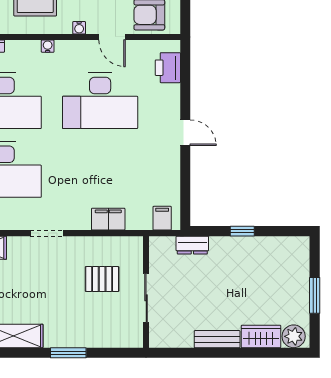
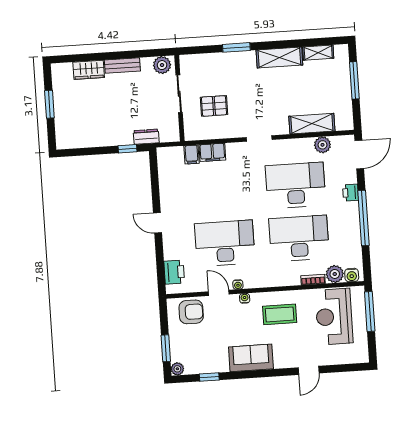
water cooler: (48, 46) -> (238, 285), moved
filing cabinet: (162, 218) -> (192, 155), moved
window: (242, 231) -> (128, 149), moved
plant: (294, 336) -> (162, 65), moved

